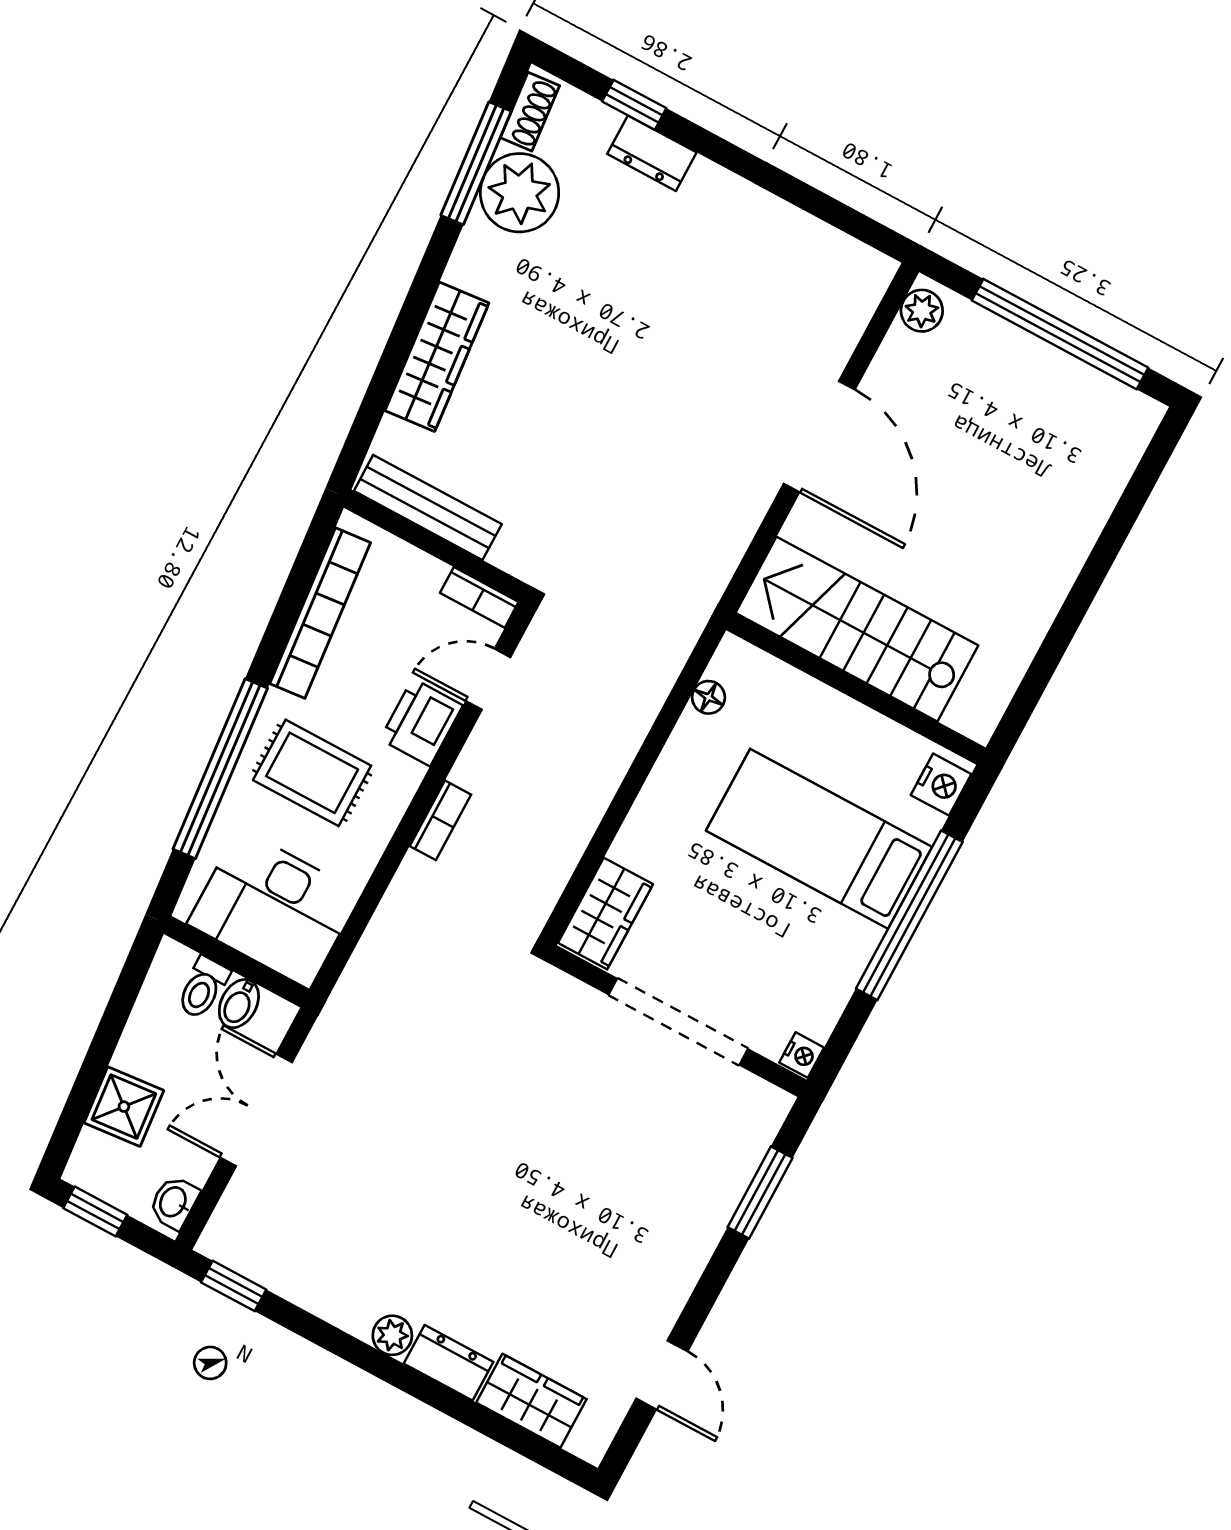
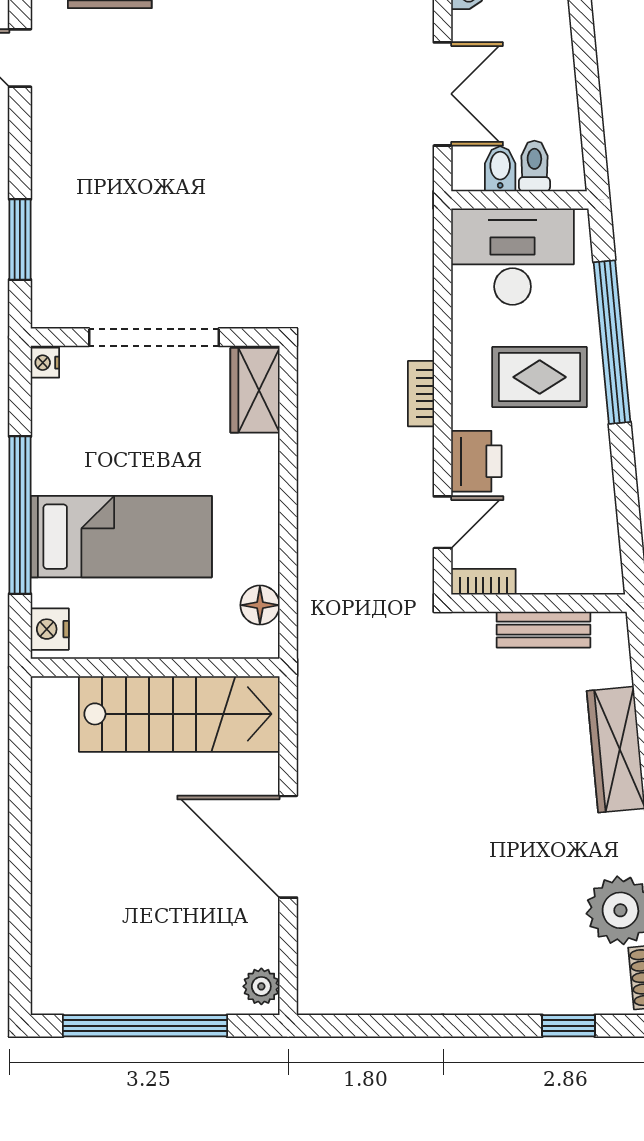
dresser: (652, 153) -> (535, 996), removed
bench: (428, 507) -> (543, 630), width x0.73
bookcase: (320, 613) -> (600, 503), removed
floor lamp: (709, 697) -> (260, 605), width x1.37, depth x1.37
shower: (124, 1107) -> (546, 42), removed

